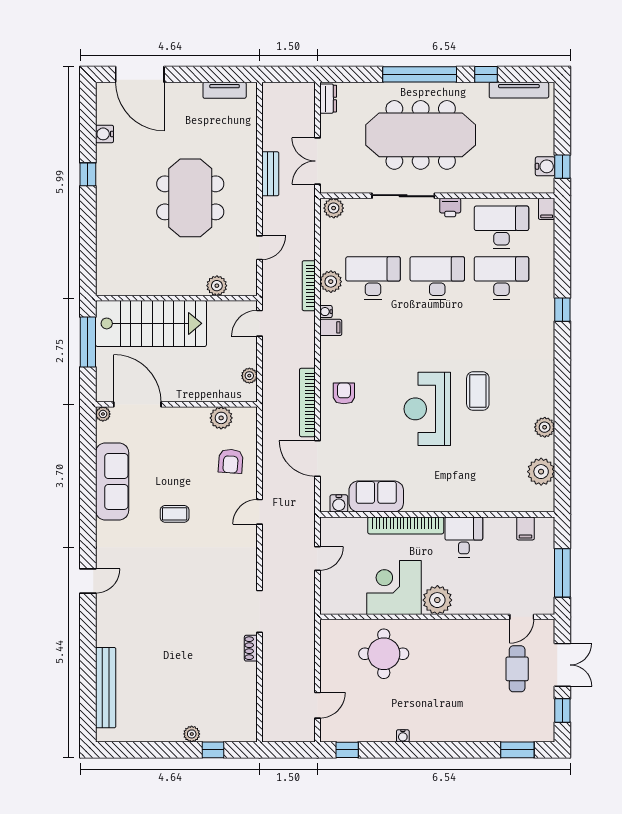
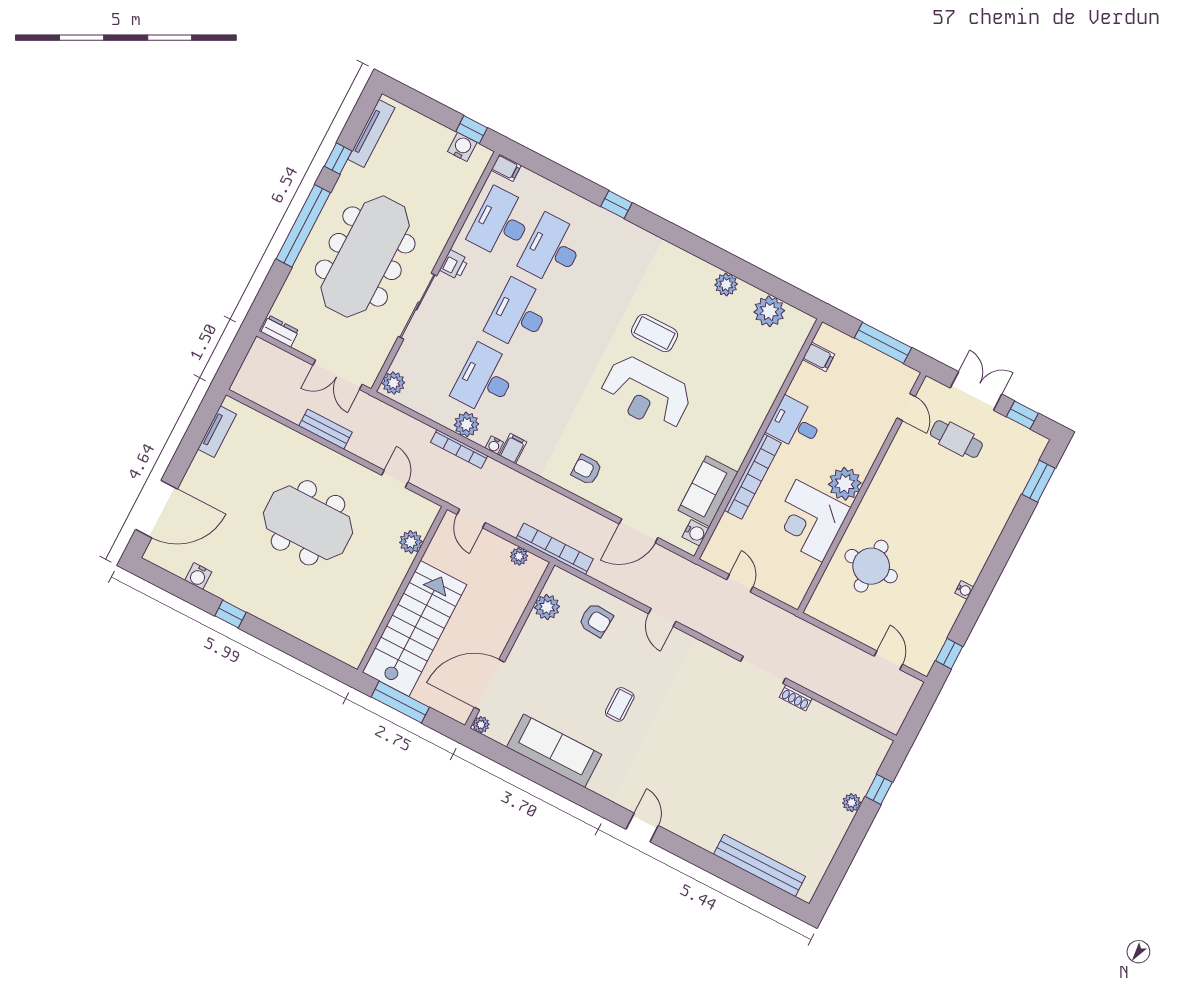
bookcase: (307, 402) -> (555, 549), moved, turned 180

